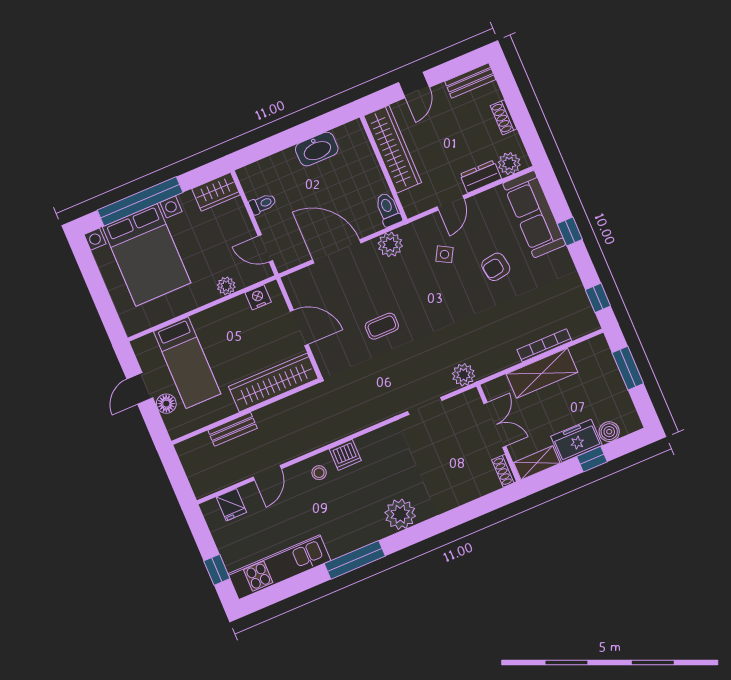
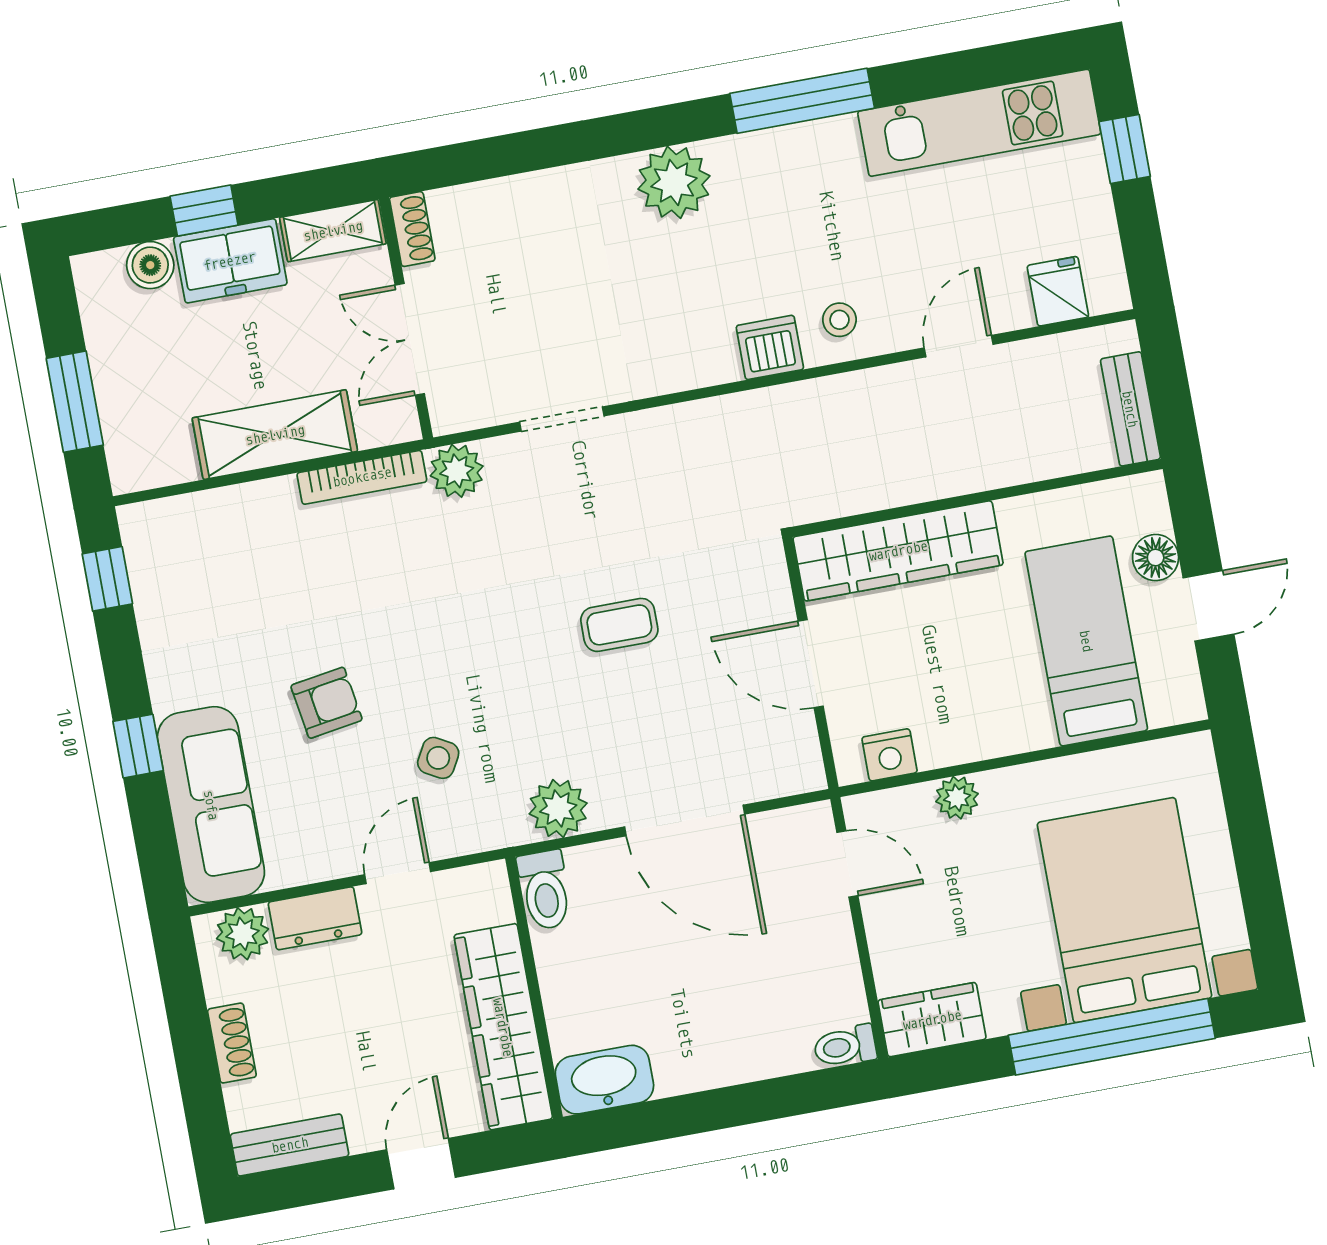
washbasin: (317, 149) -> (604, 1080), moved
toilet: (263, 204) -> (845, 1046), moved
bookcase: (544, 345) -> (362, 477), moved
bench: (233, 429) -> (1130, 409), moved, turned 90

